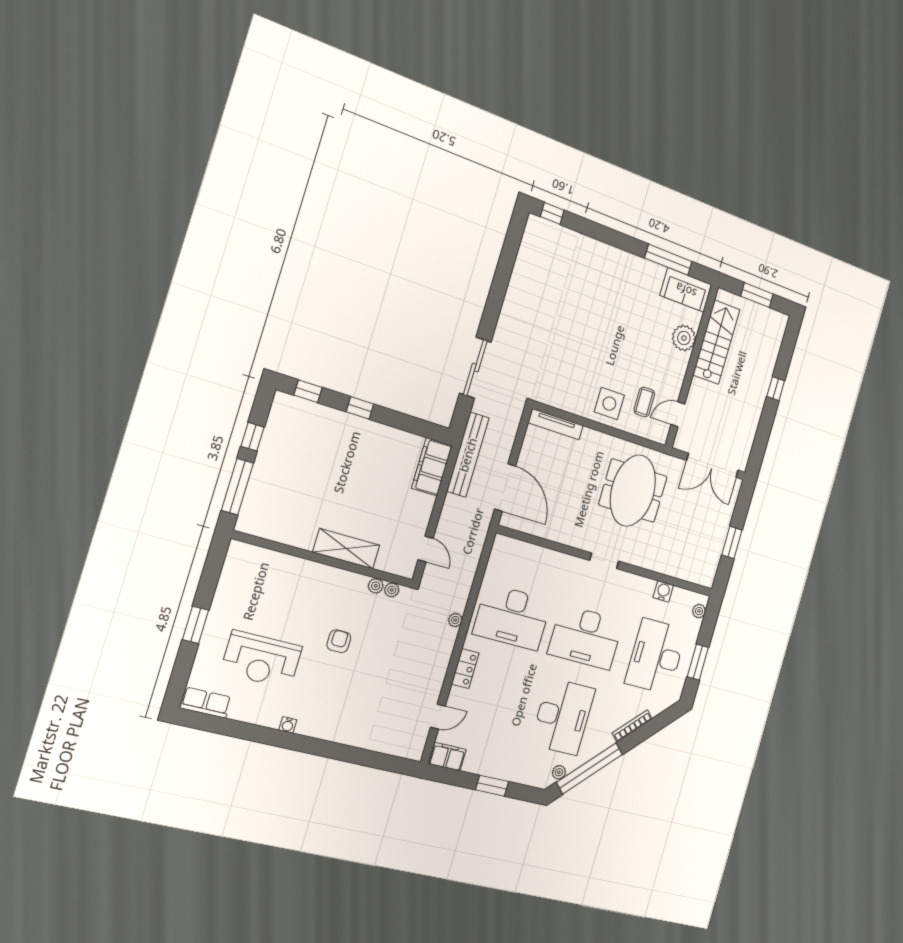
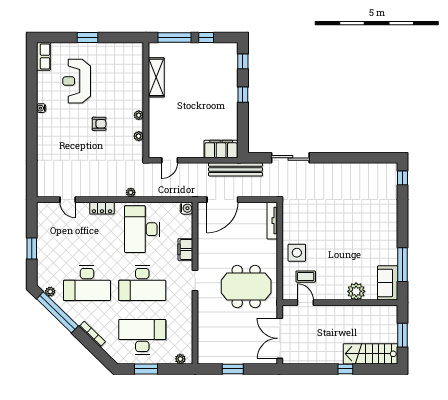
stairs: (716, 342) -> (370, 354), moved, turned 180
shelving: (346, 549) -> (156, 77), moved
plant: (392, 590) -> (139, 115), moved
water cooler: (663, 591) -> (186, 208), moved
desk: (586, 637) -> (142, 283), turned -90
filing cabinet: (447, 757) -> (185, 249), moved, turned 180

